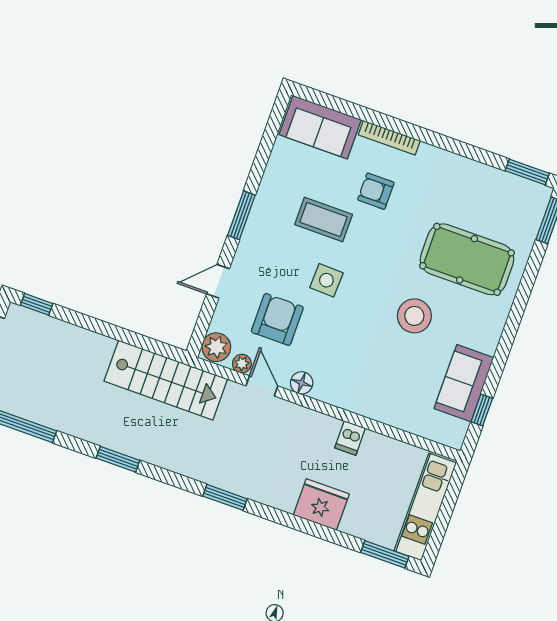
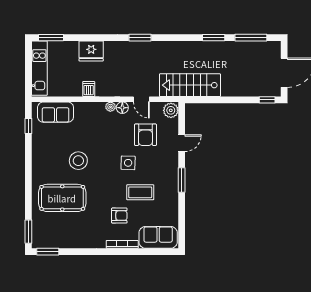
plant: (242, 364) -> (110, 107), moved
sofa: (464, 383) -> (56, 112), moved, turned 90
window: (118, 459) -> (214, 38), moved

